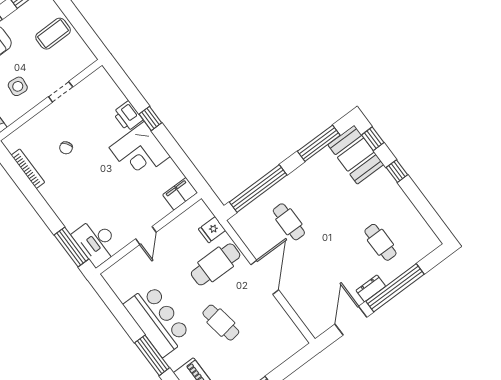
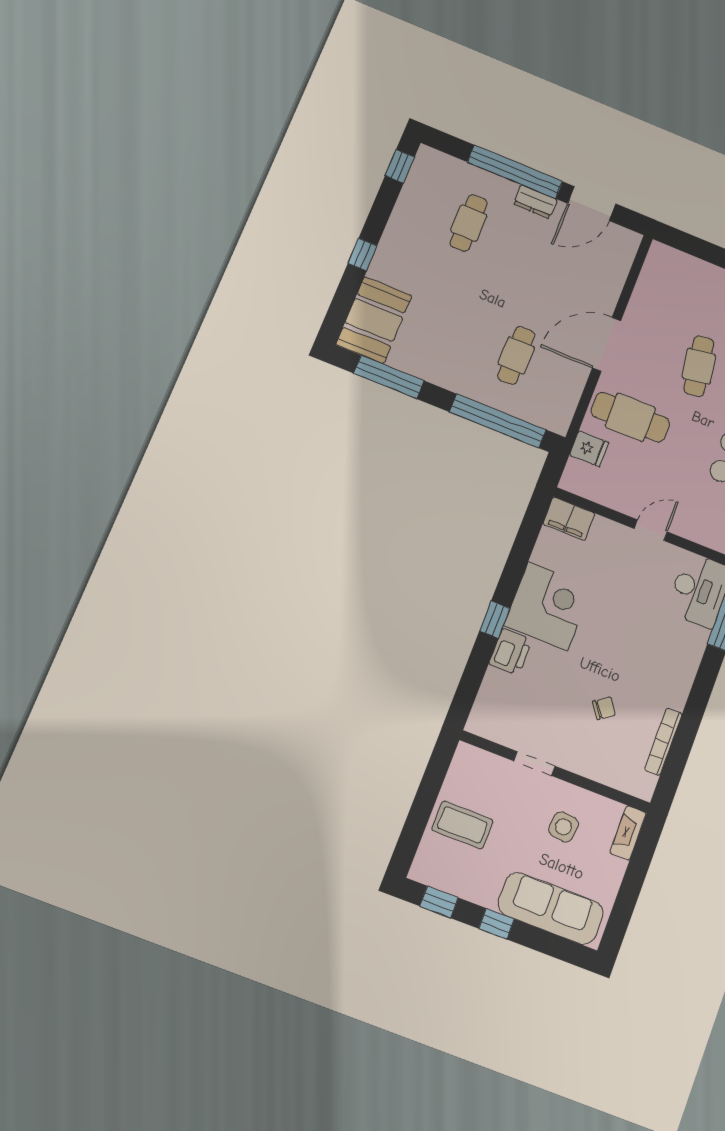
window: (373, 139) -> (400, 166), moved

